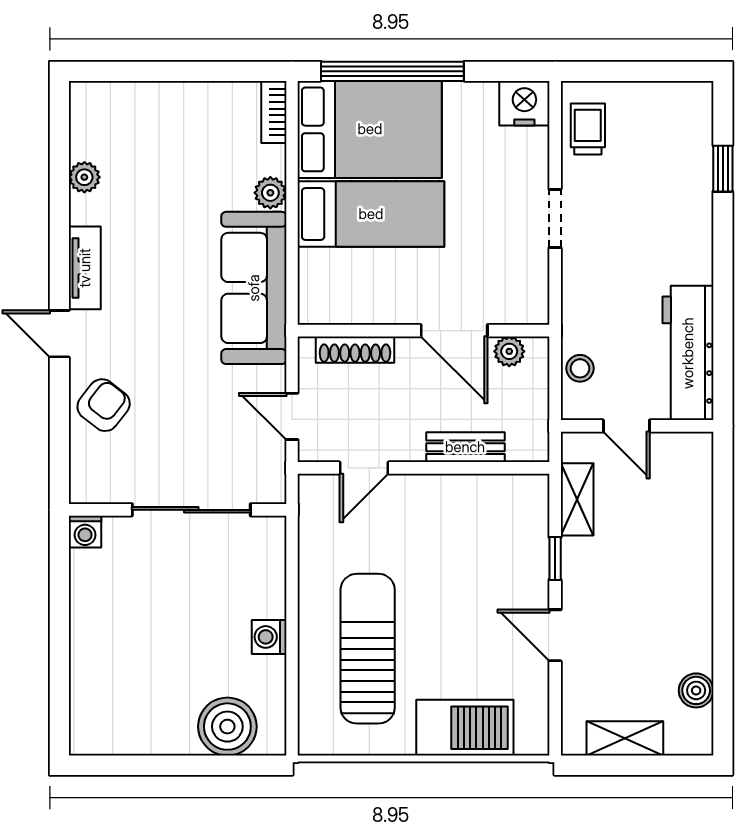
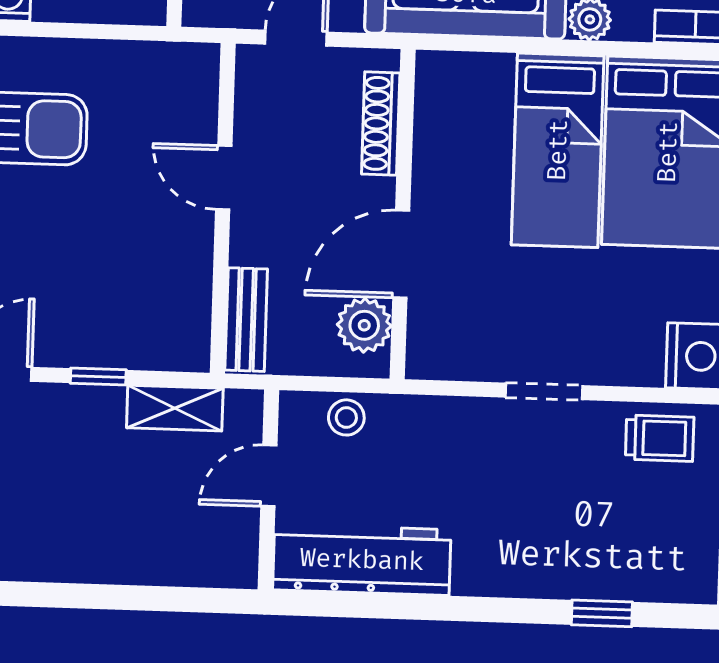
plant: (509, 351) -> (364, 325), width x1.38, depth x1.38
bench: (465, 447) -> (246, 320), moved
door: (364, 468) -> (224, 178), moved

